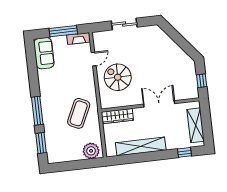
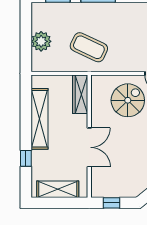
plant: (91, 151) -> (41, 41), moved
window: (184, 152) -> (26, 158), moved

